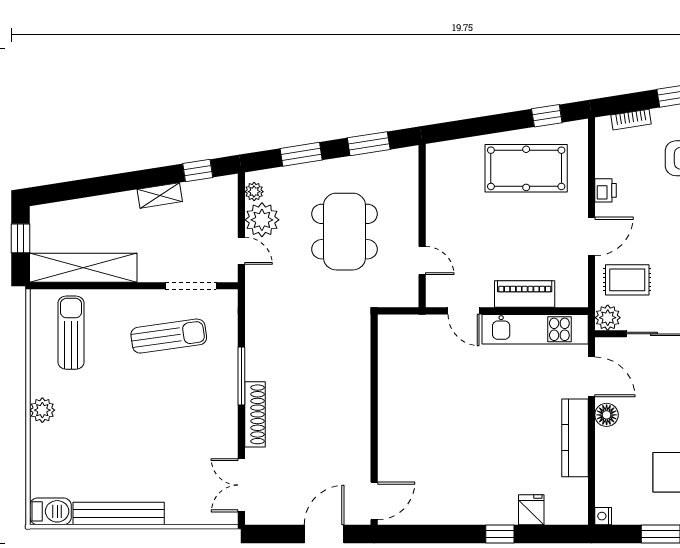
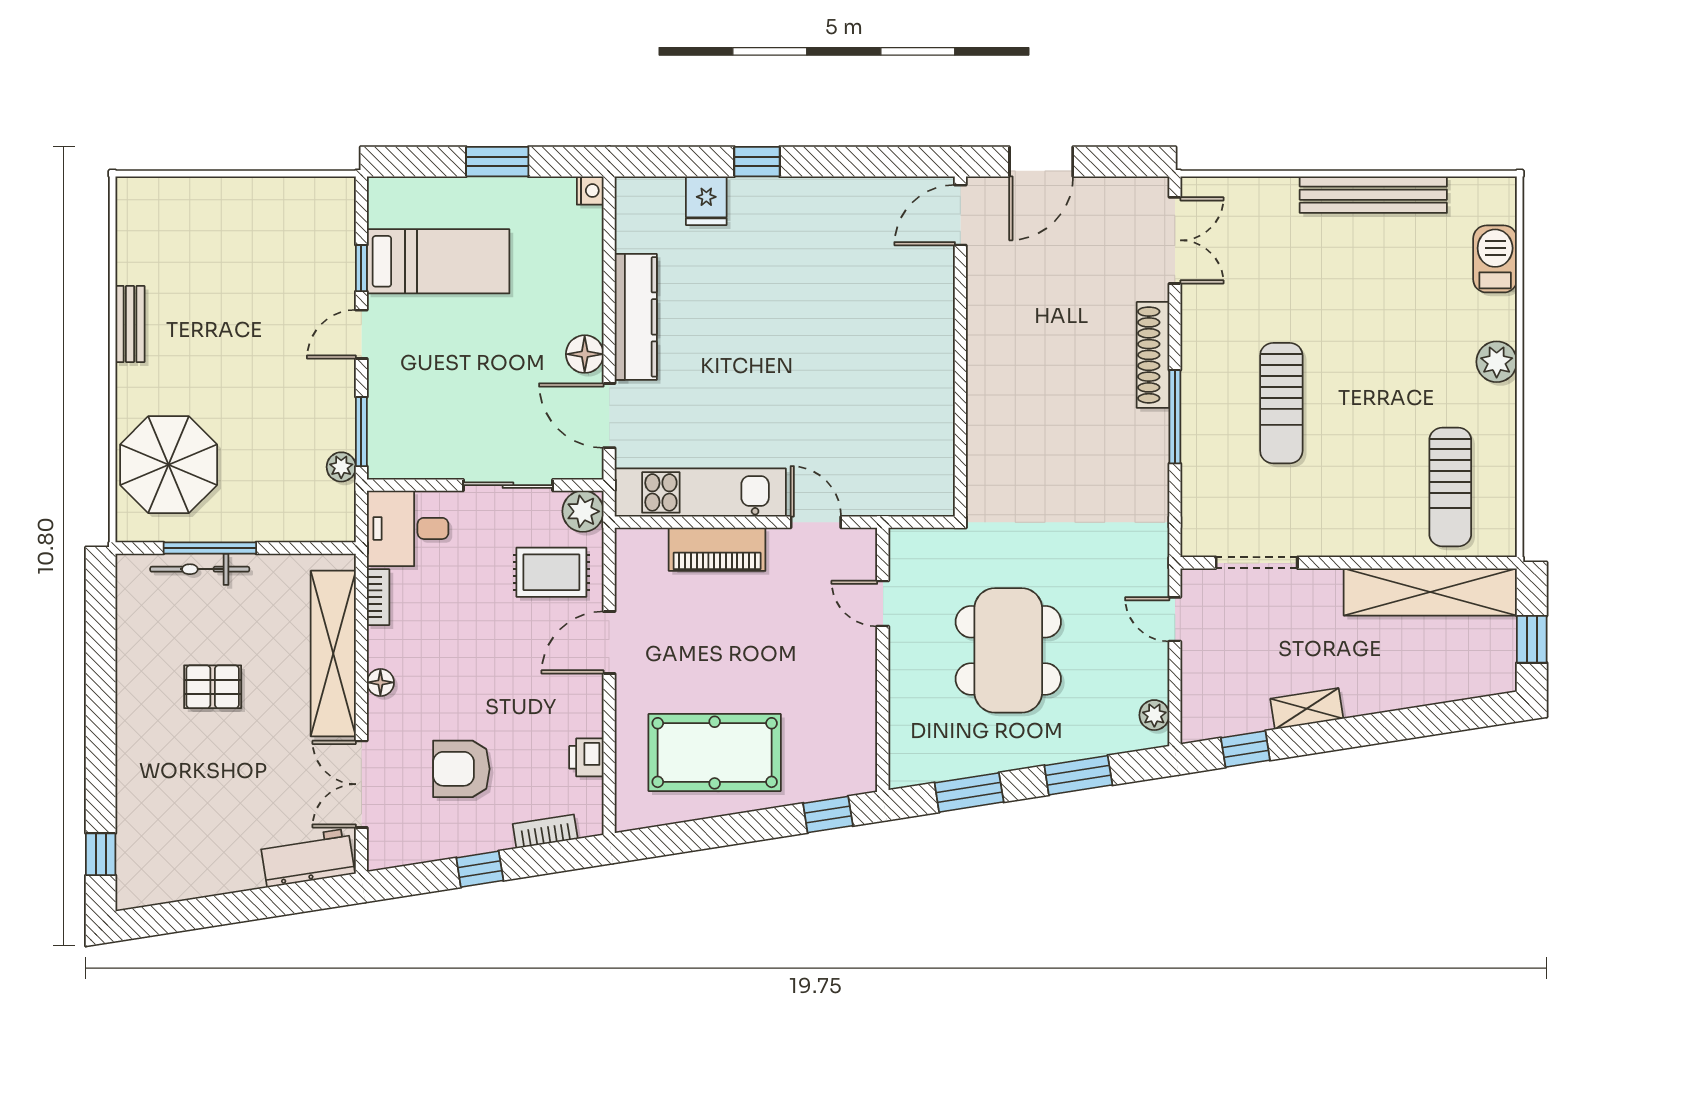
window: (547, 116) -> (828, 815), moved
printer: (606, 190) -> (586, 757), moved
plant: (262, 220) -> (1142, 669), removed
sun lounger: (169, 336) -> (1281, 403), moved, turned -82
barbecue: (50, 511) -> (1495, 259), moved, turned 90

